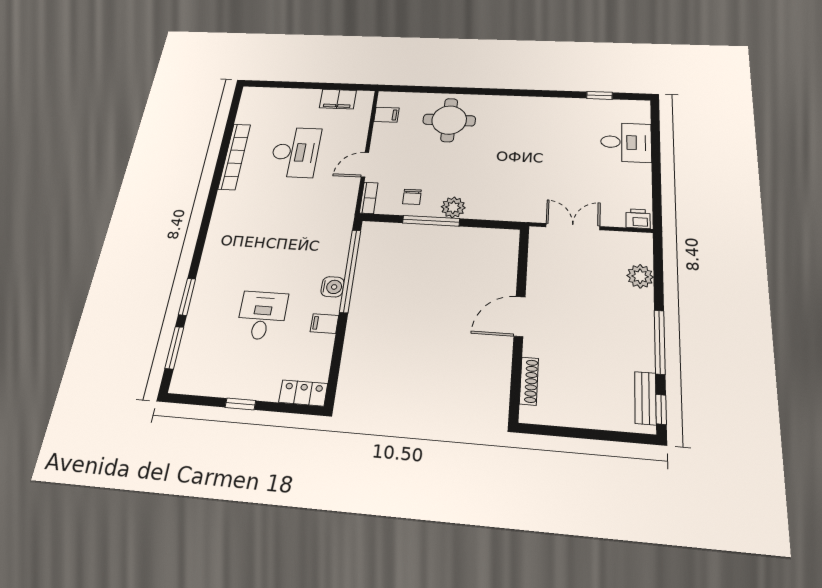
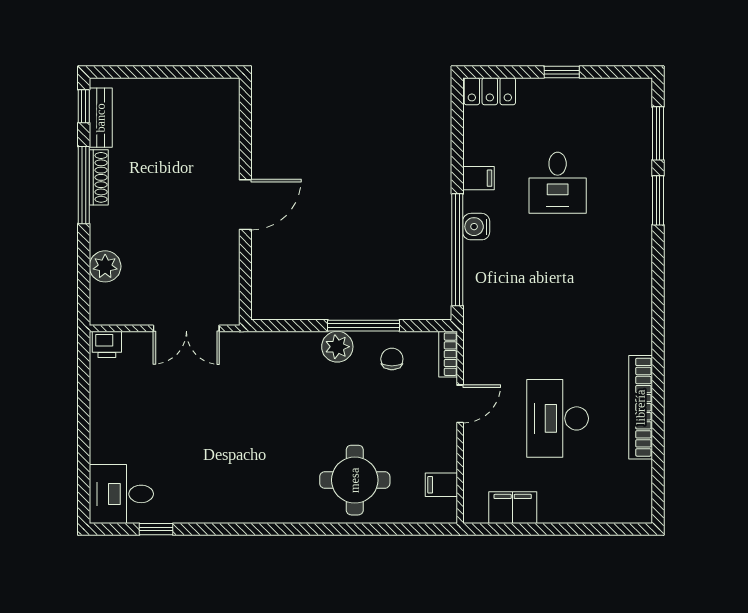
desk: (626, 142) -> (121, 494), moved
shoe rack: (529, 381) -> (99, 177), moved, turned 180

